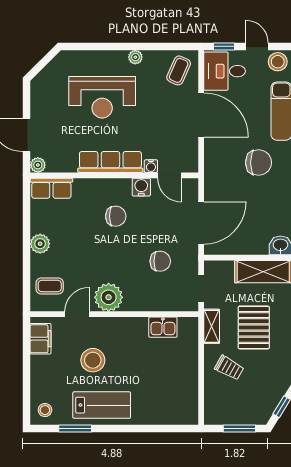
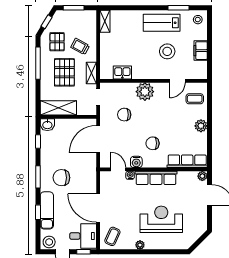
row of seats: (51, 188) -> (187, 161), width x1.48
plant: (109, 297) -> (145, 92), moved
filing cabinet: (41, 339) -> (201, 51), moved
pallet: (265, 375) -> (57, 42), added
shelving: (191, 407) -> (105, 21), added

